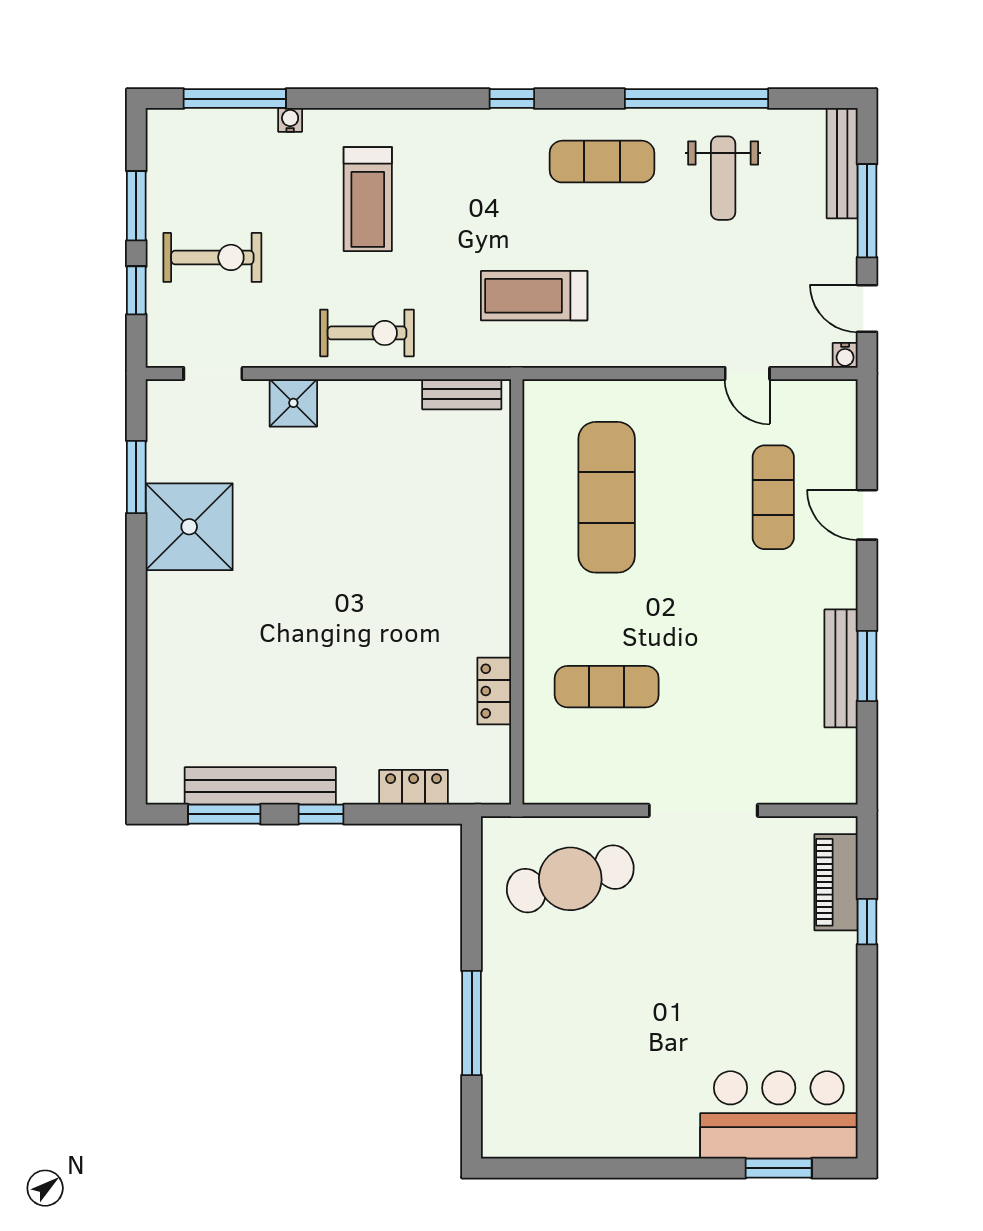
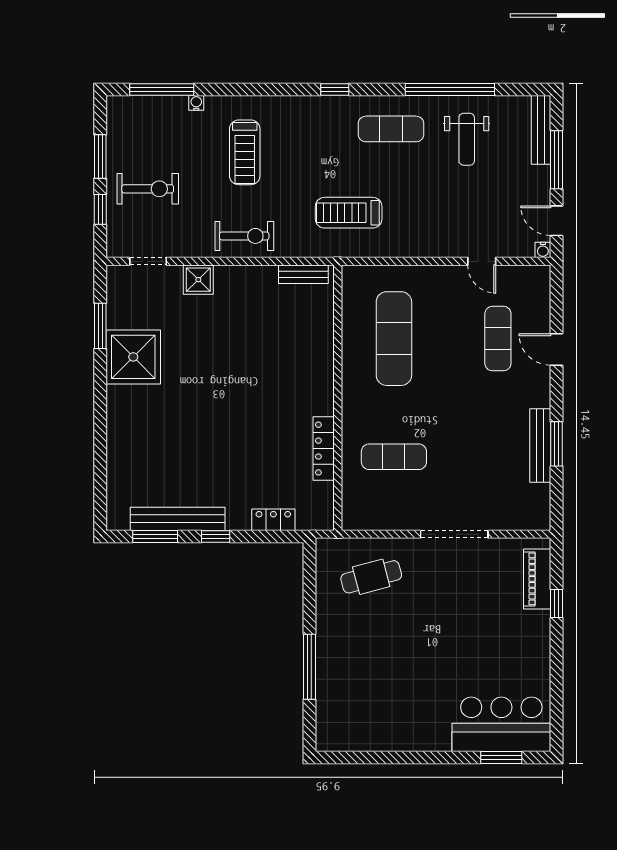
locker: (494, 691) -> (324, 449), width x1.53
cafe table: (570, 879) -> (371, 577), width x0.73, depth x0.74

